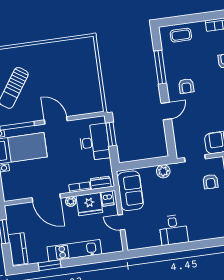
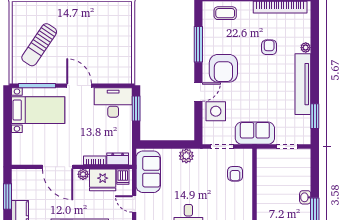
armchair: (186, 86) -> (223, 68), width x1.88, depth x1.88
side table: (185, 127) -> (216, 111), added
desk: (94, 142) -> (113, 103), moved, turned -90

